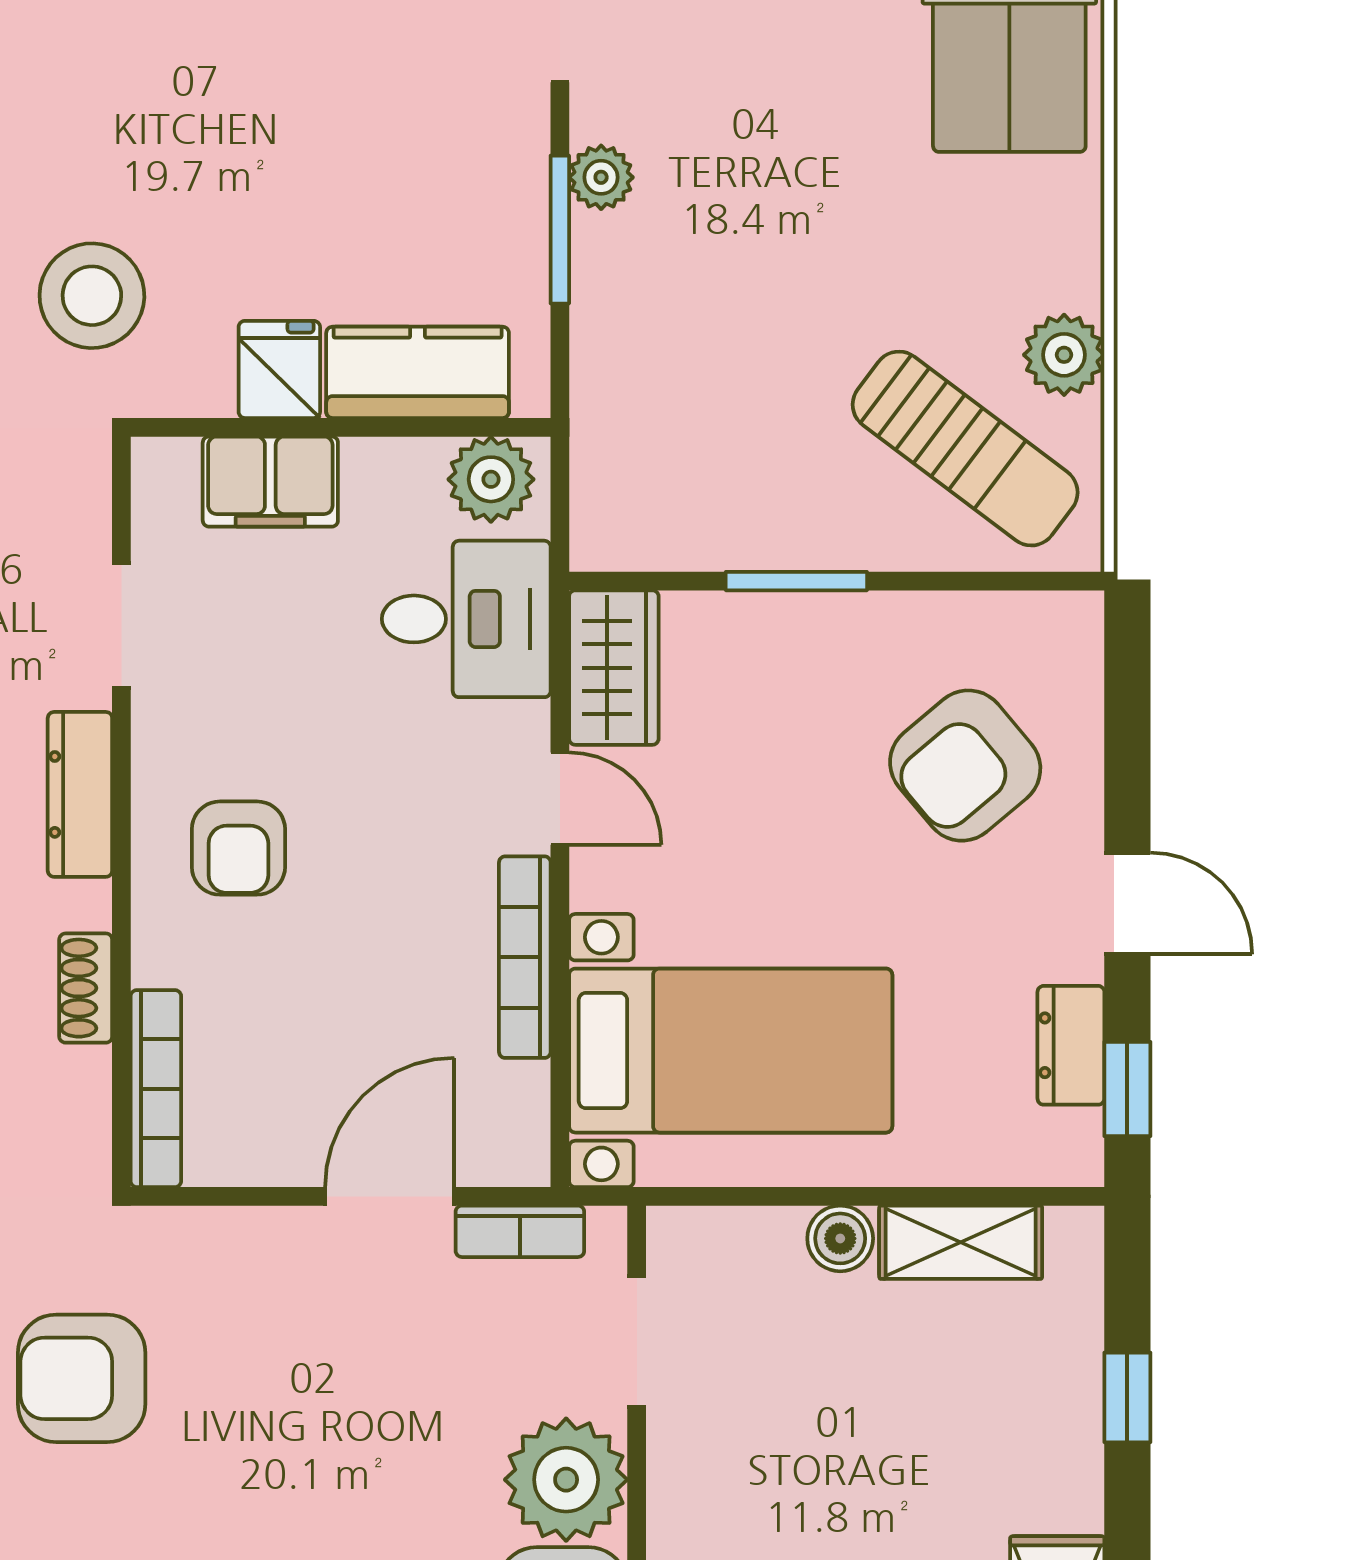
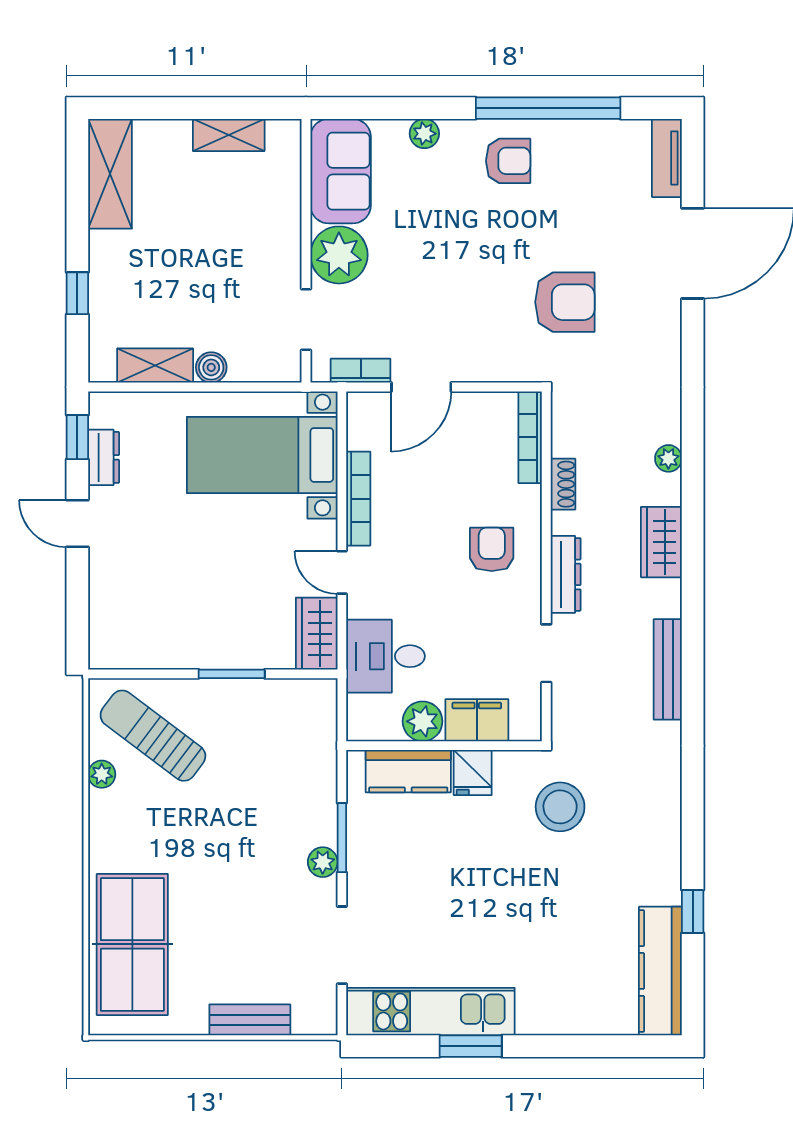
plant: (1064, 355) -> (102, 774), width x0.73, depth x0.73
plant: (491, 479) -> (423, 721), moved
armchair: (965, 766) -> (153, 588), removed

